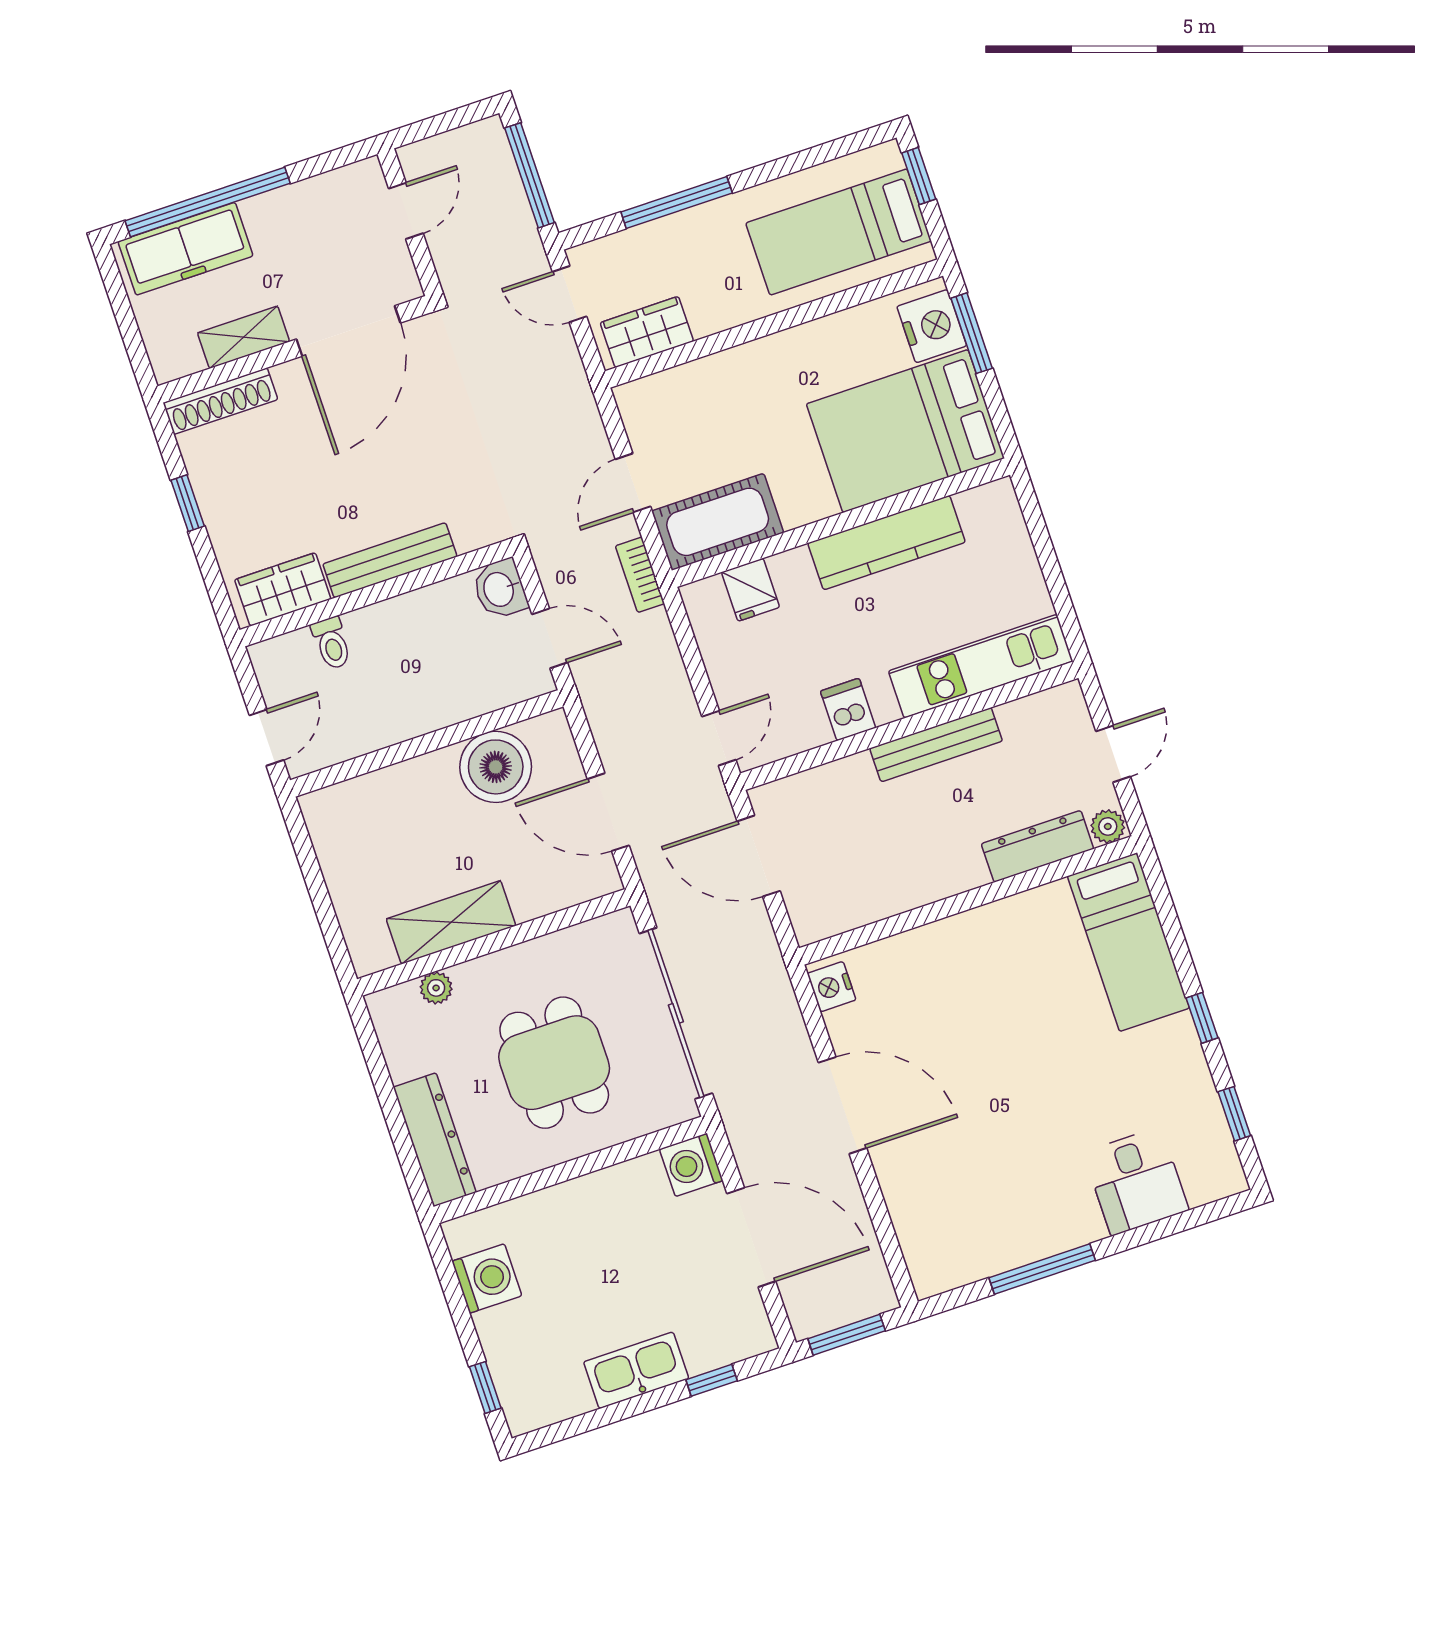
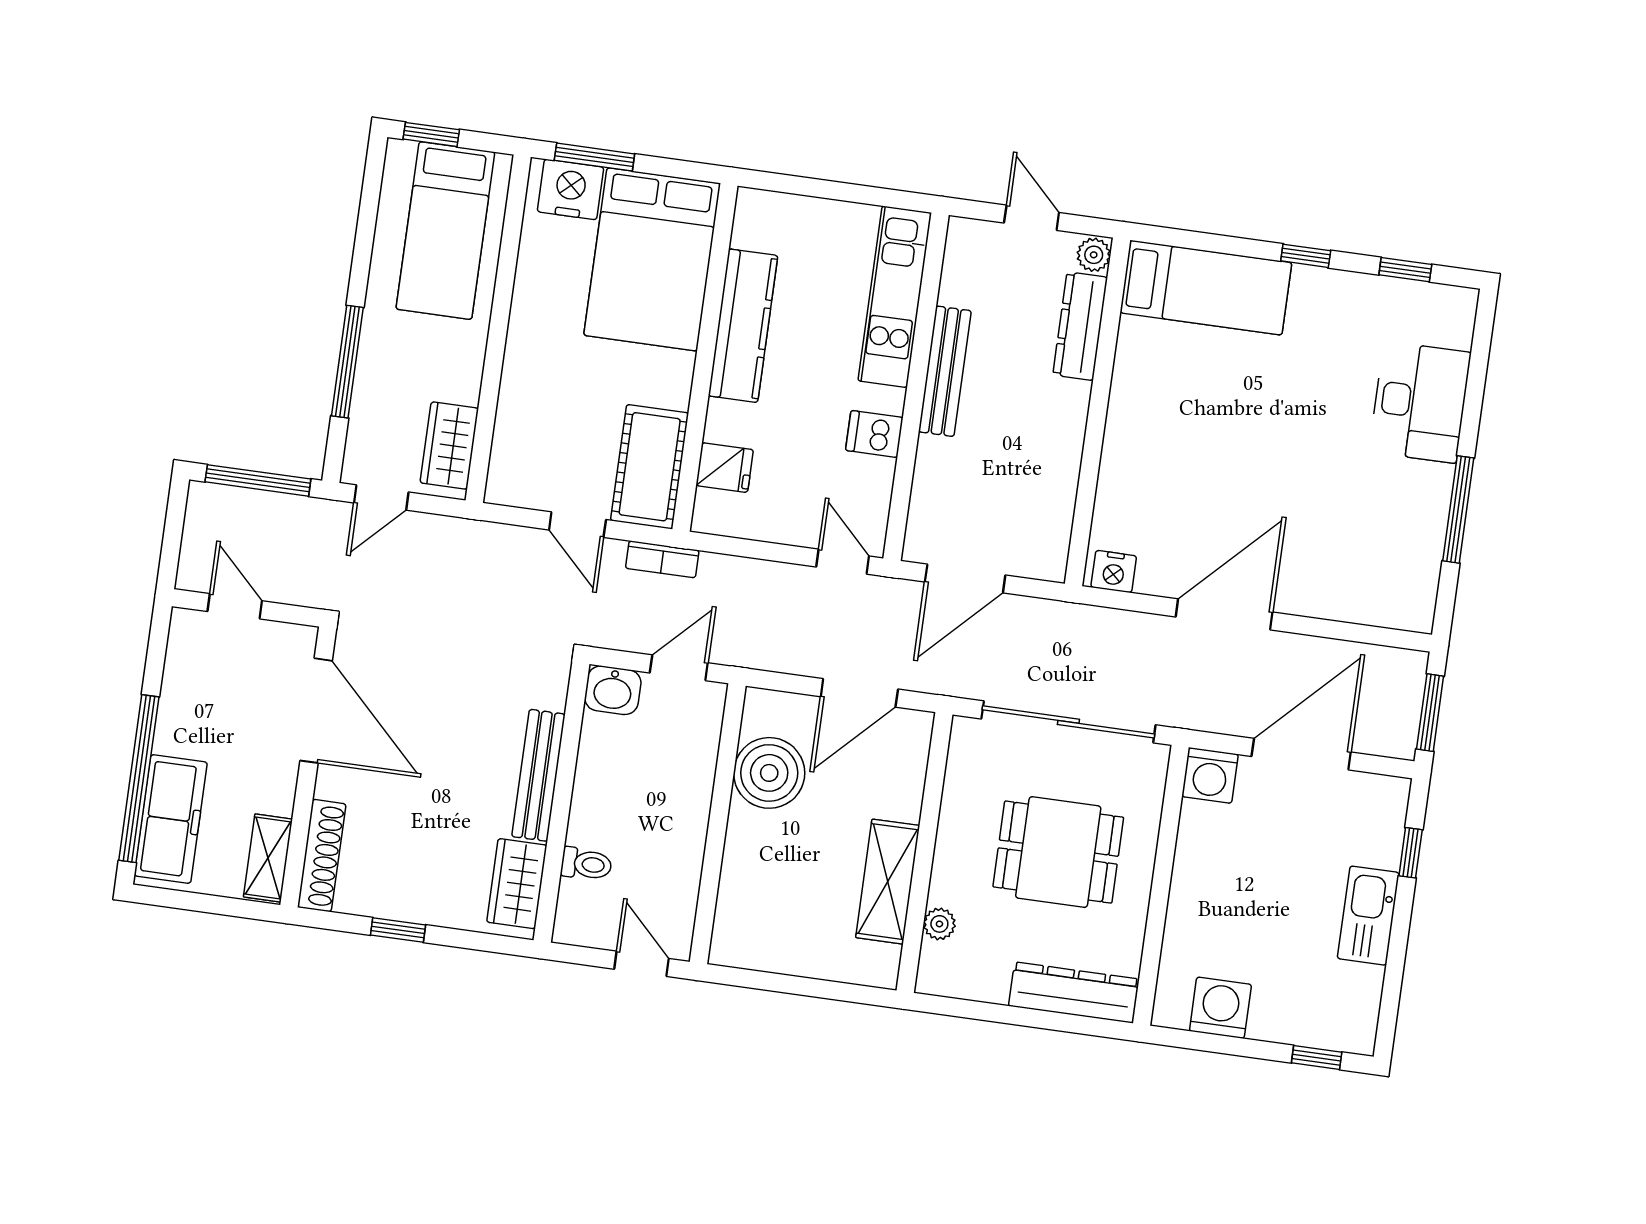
shelving: (244, 337) -> (268, 858), moved
desk: (1136, 1181) -> (1420, 402), width x1.37

